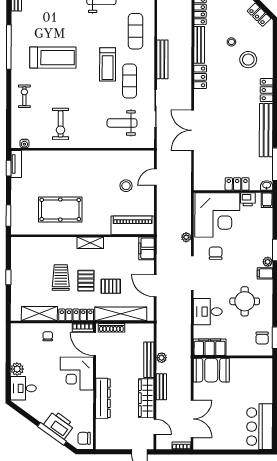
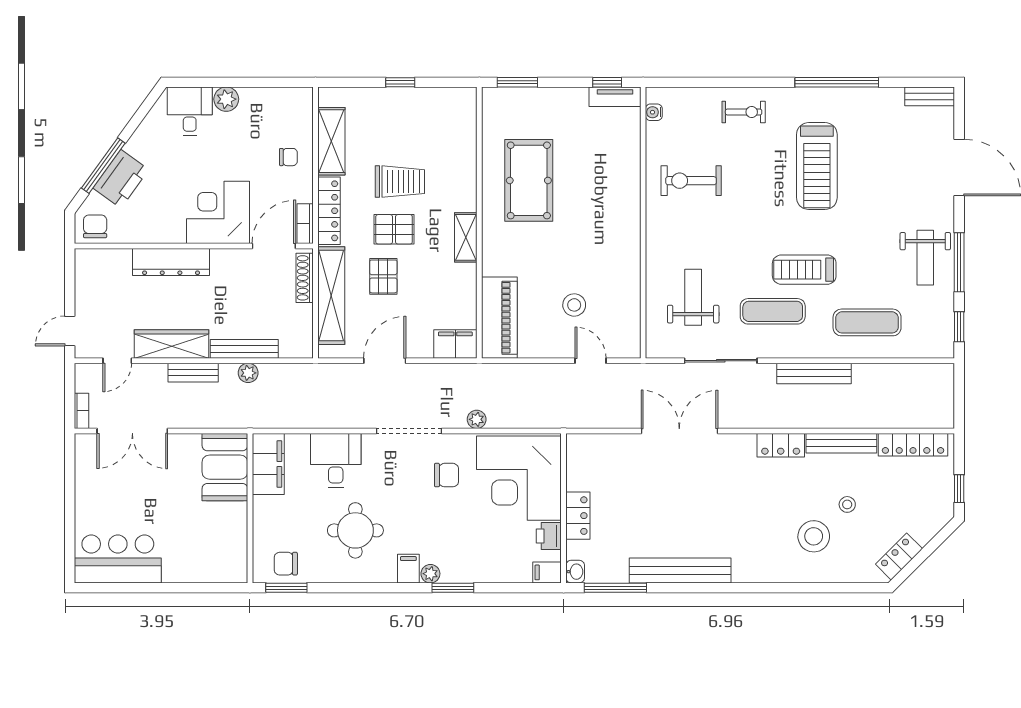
locker: (267, 90) -> (756, 571), removed

